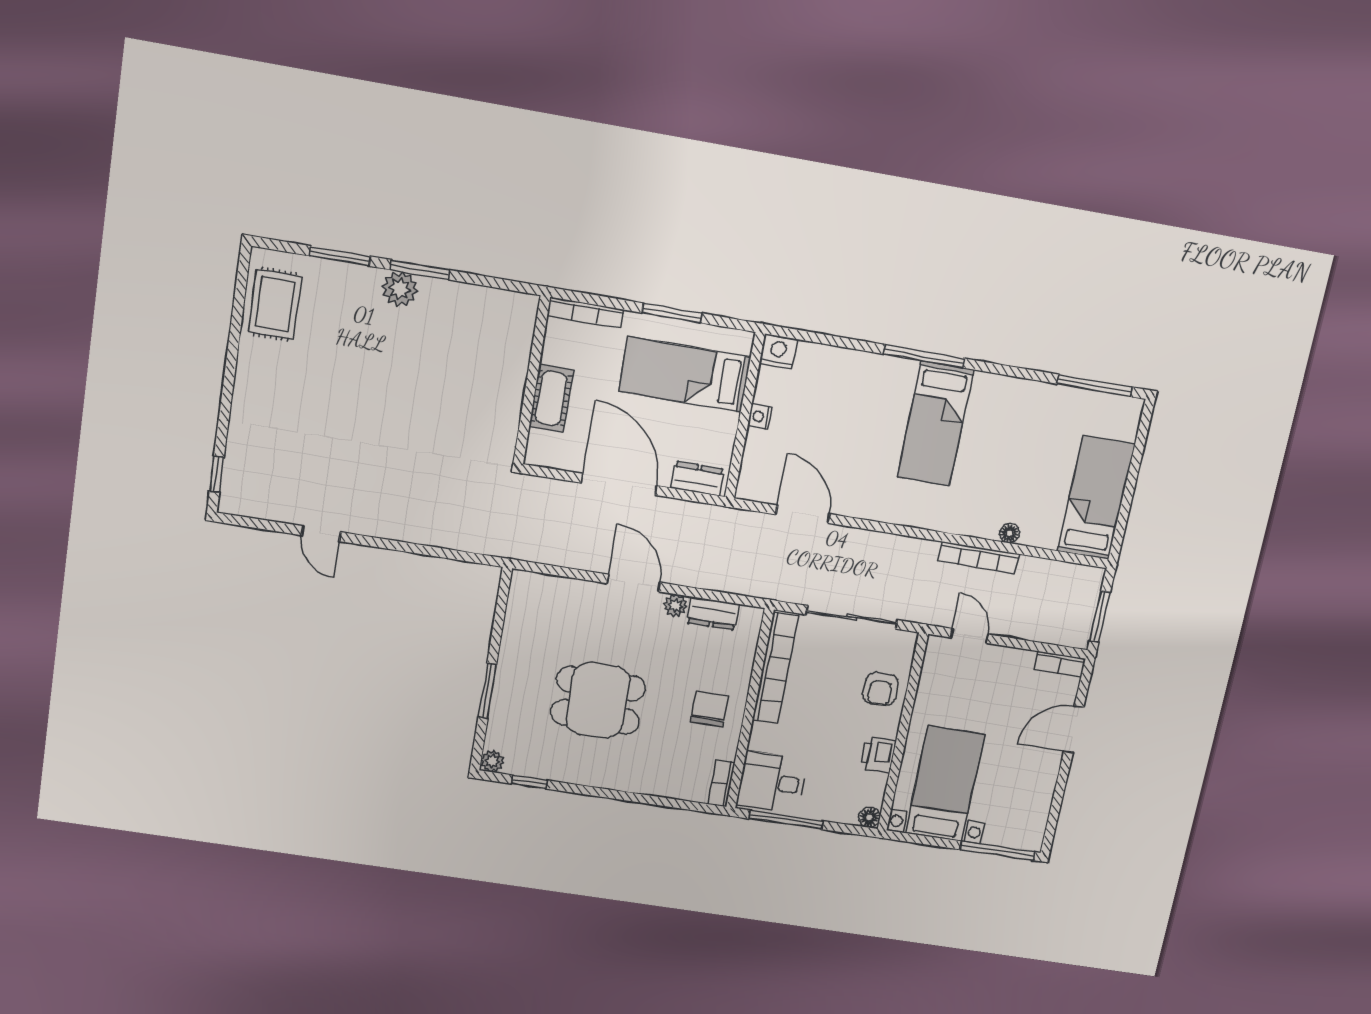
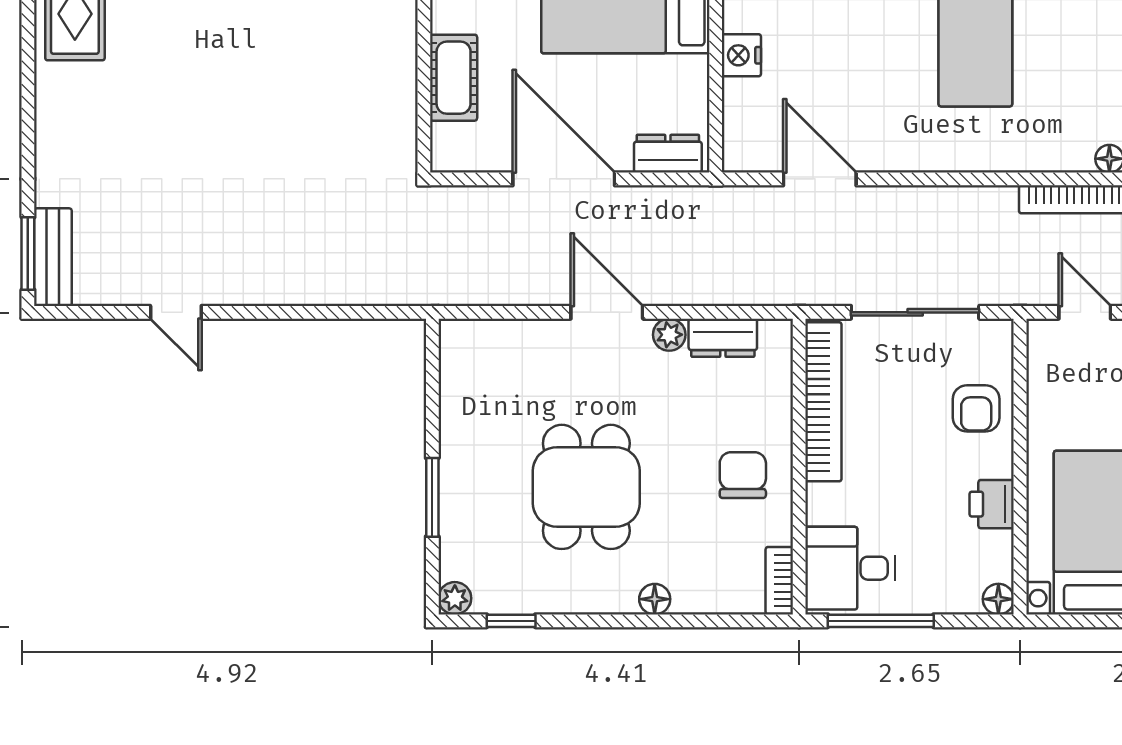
nightstand: (760, 417) -> (741, 55), width x1.39, depth x1.35
window: (217, 474) -> (28, 254), width x1.50
bench: (235, 480) -> (53, 257), added
dining table: (598, 700) -> (586, 487), turned 90
floor lamp: (633, 783) -> (655, 599), added

